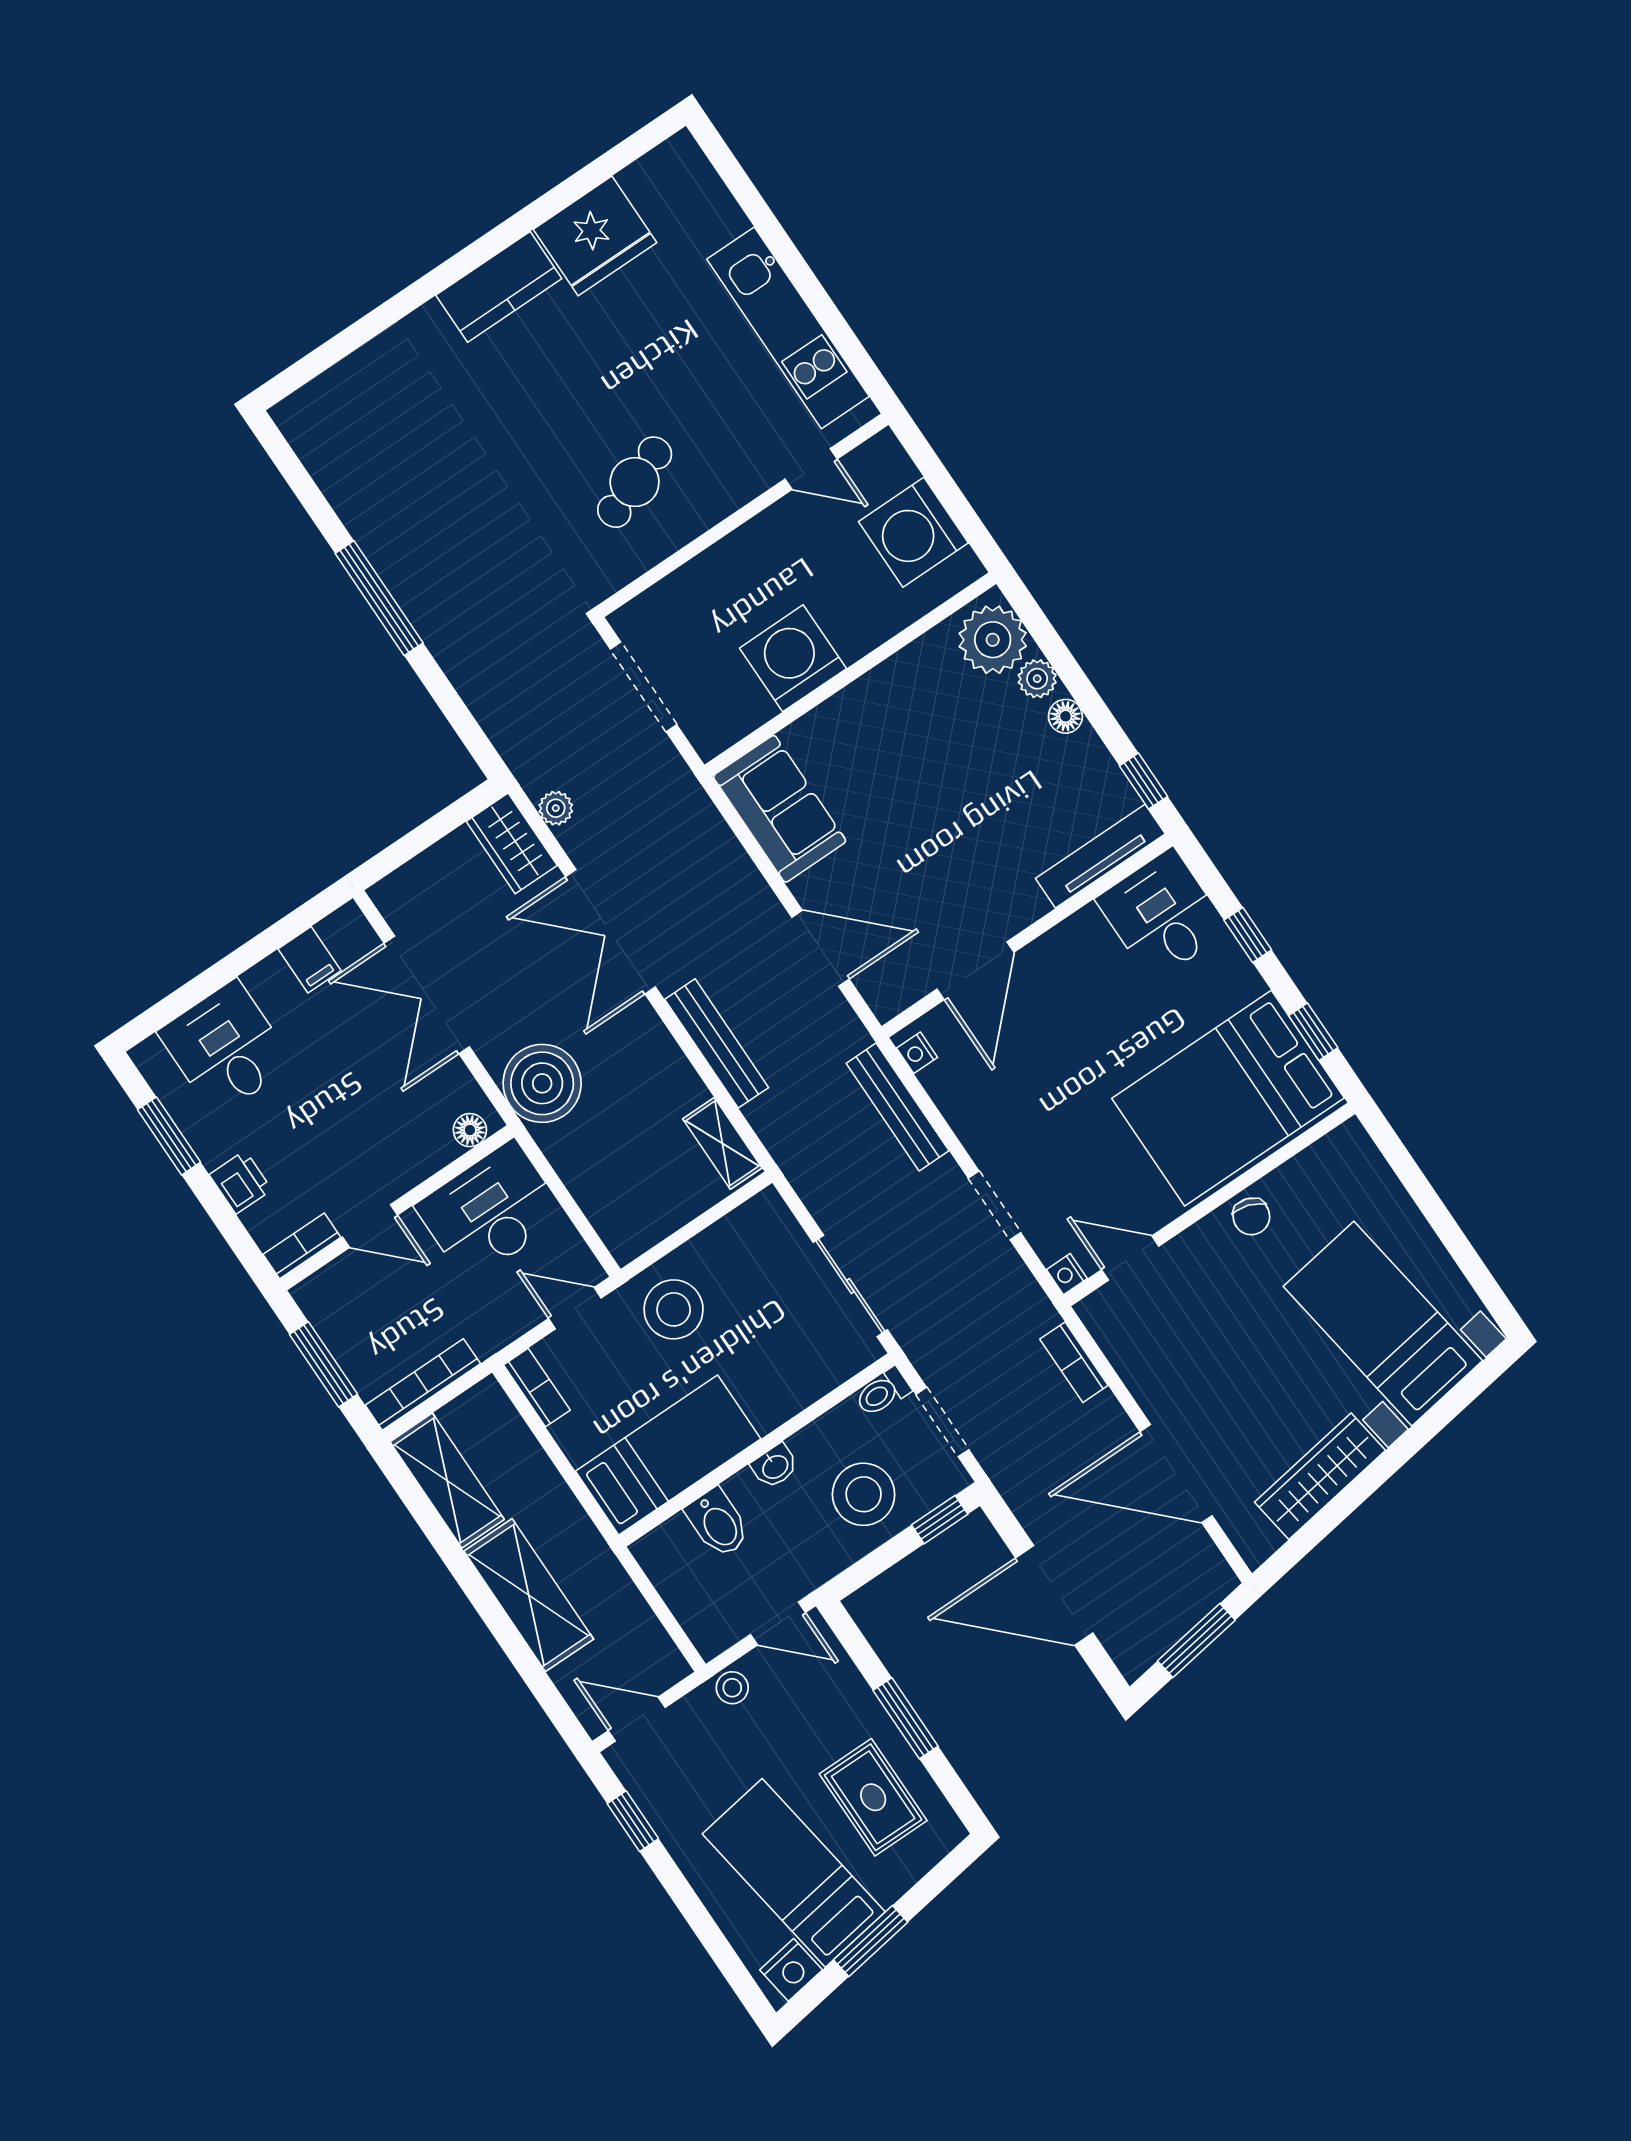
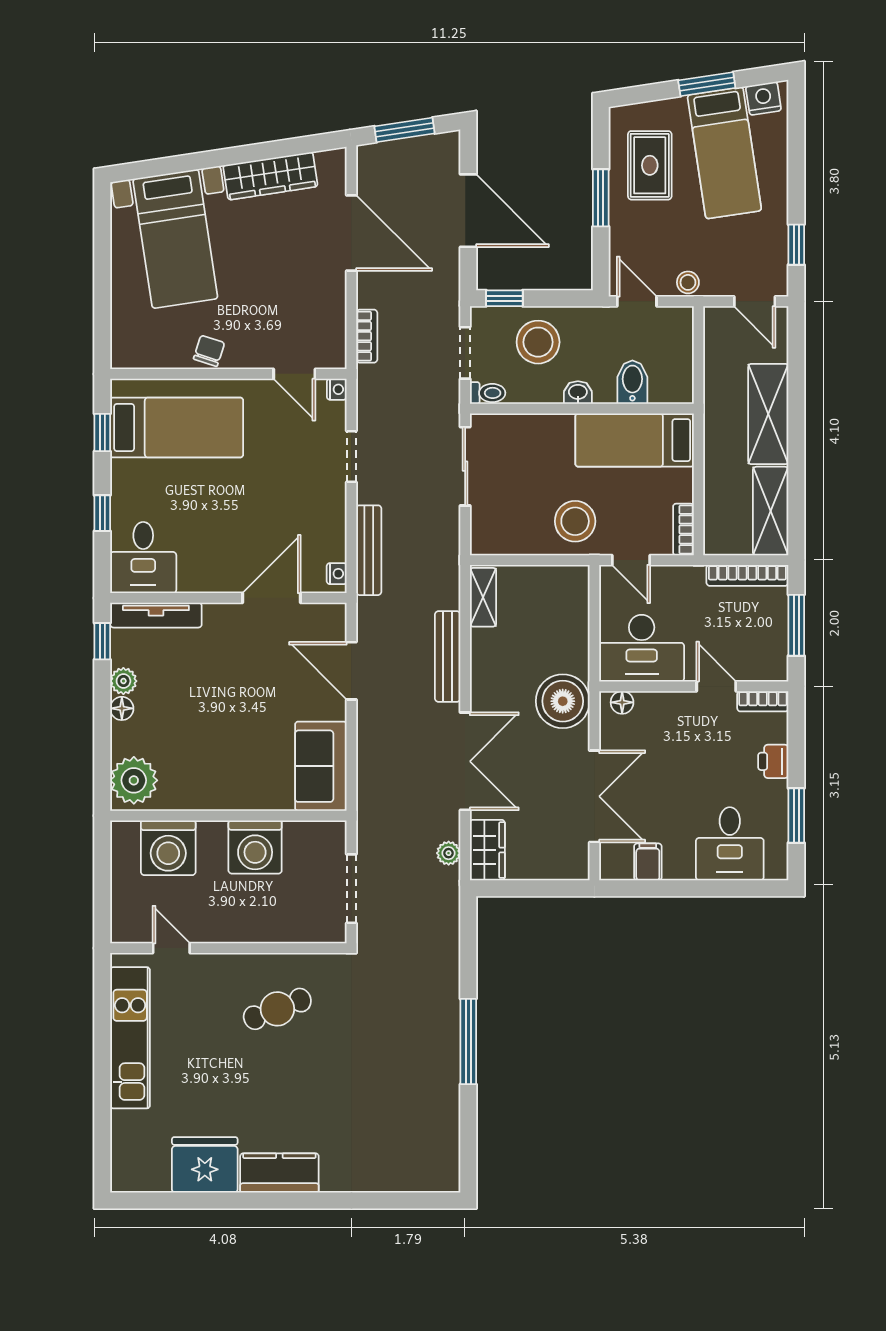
washing machine: (913, 532) -> (168, 848), moved, turned 90
plant: (1037, 679) -> (123, 681), moved
bed: (1228, 1098) -> (177, 428), width x0.67

